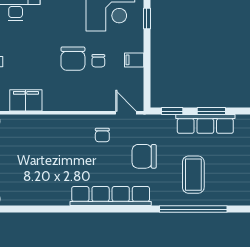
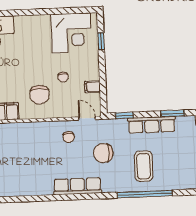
chair: (73, 59) -> (39, 95), moved
filing cabinet: (134, 60) -> (92, 87), moved
window: (211, 111) -> (173, 113), moved
row of seats: (111, 196) -> (77, 186), width x0.73

